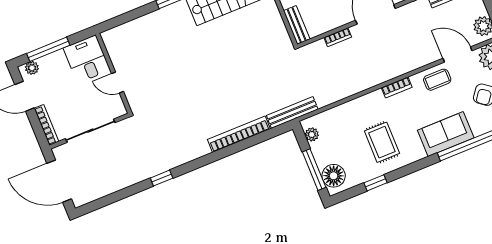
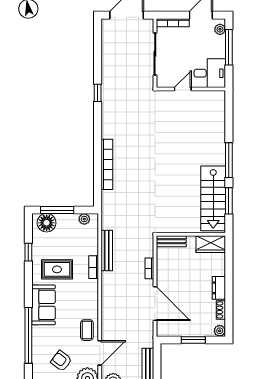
bookcase: (397, 87) -> (94, 267), moved
bench: (292, 112) -> (107, 250), moved
sofa: (446, 134) -> (44, 305), moved

